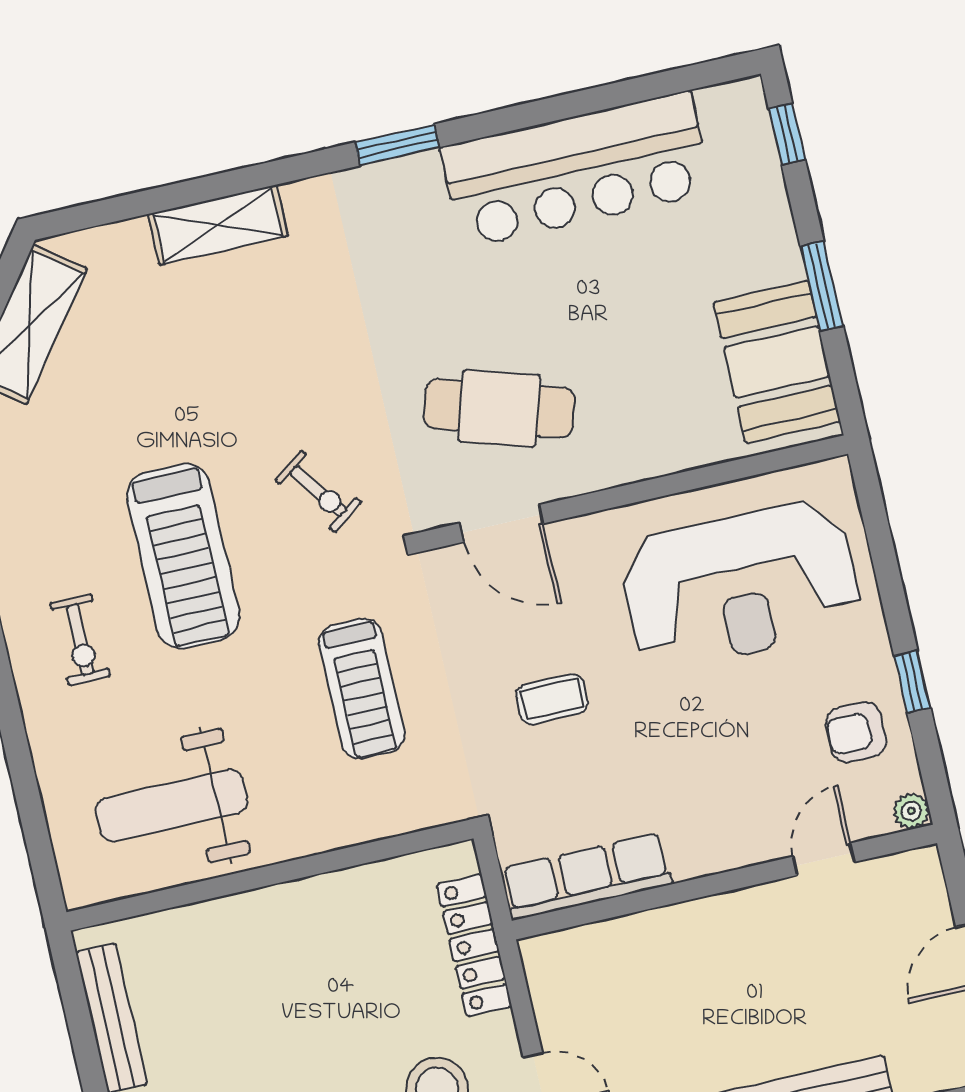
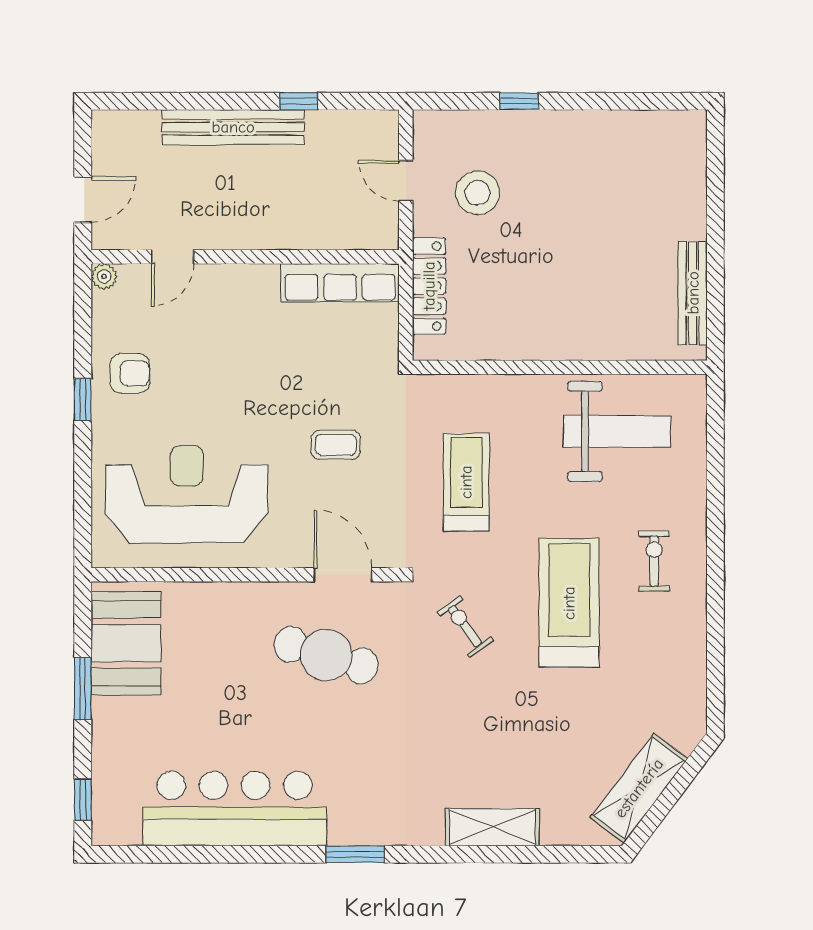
plant: (911, 811) -> (104, 276), moved
door: (824, 859) -> (173, 257), moved
row of seats: (587, 876) -> (340, 283), moved
wall: (724, 882) -> (245, 257), moved

